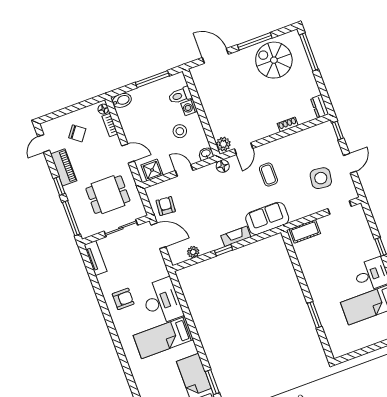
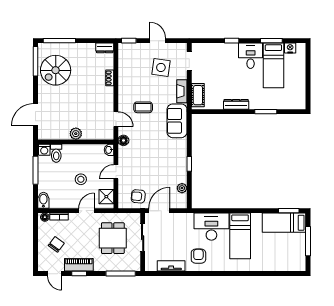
window: (255, 41) -> (35, 61), moved
washing machine: (189, 107) -> (44, 150), moved
stool: (180, 131) -> (81, 179), moved
plant: (223, 144) -> (76, 134), moved
window: (59, 186) -> (79, 274), moved
fireplace: (236, 236) -> (182, 91), moved
tv unit: (95, 258) -> (171, 266), moved
dresser: (310, 278) -> (236, 104), added

